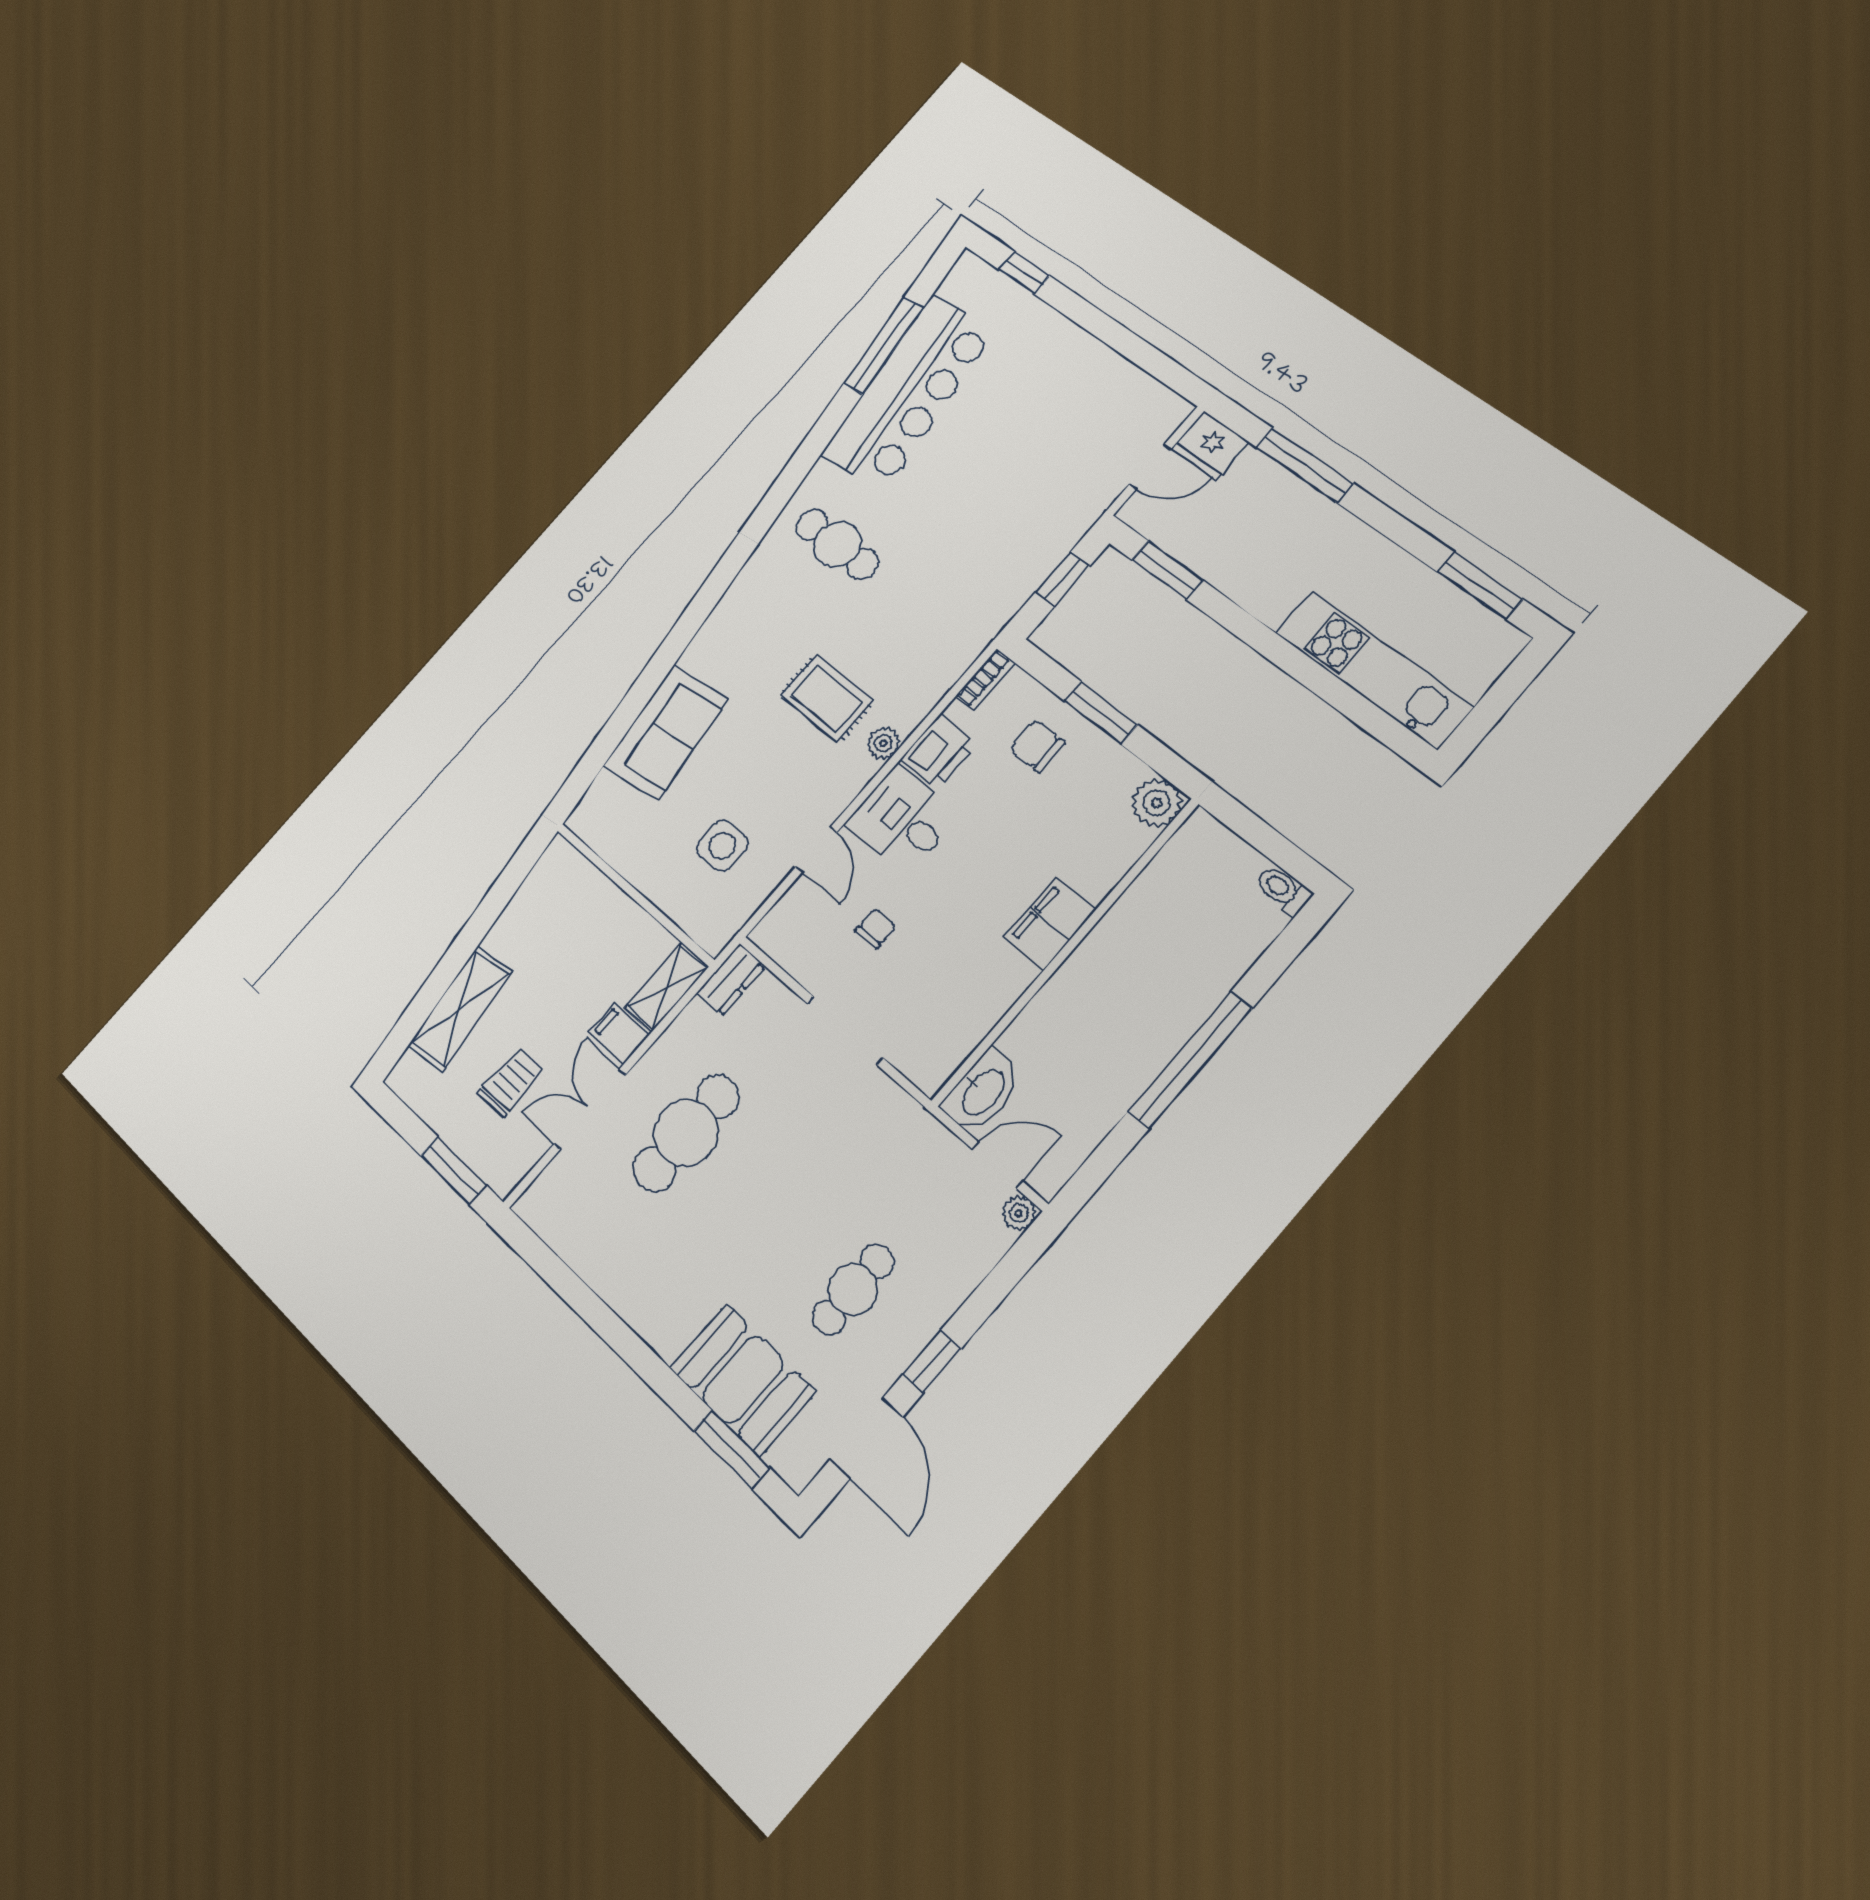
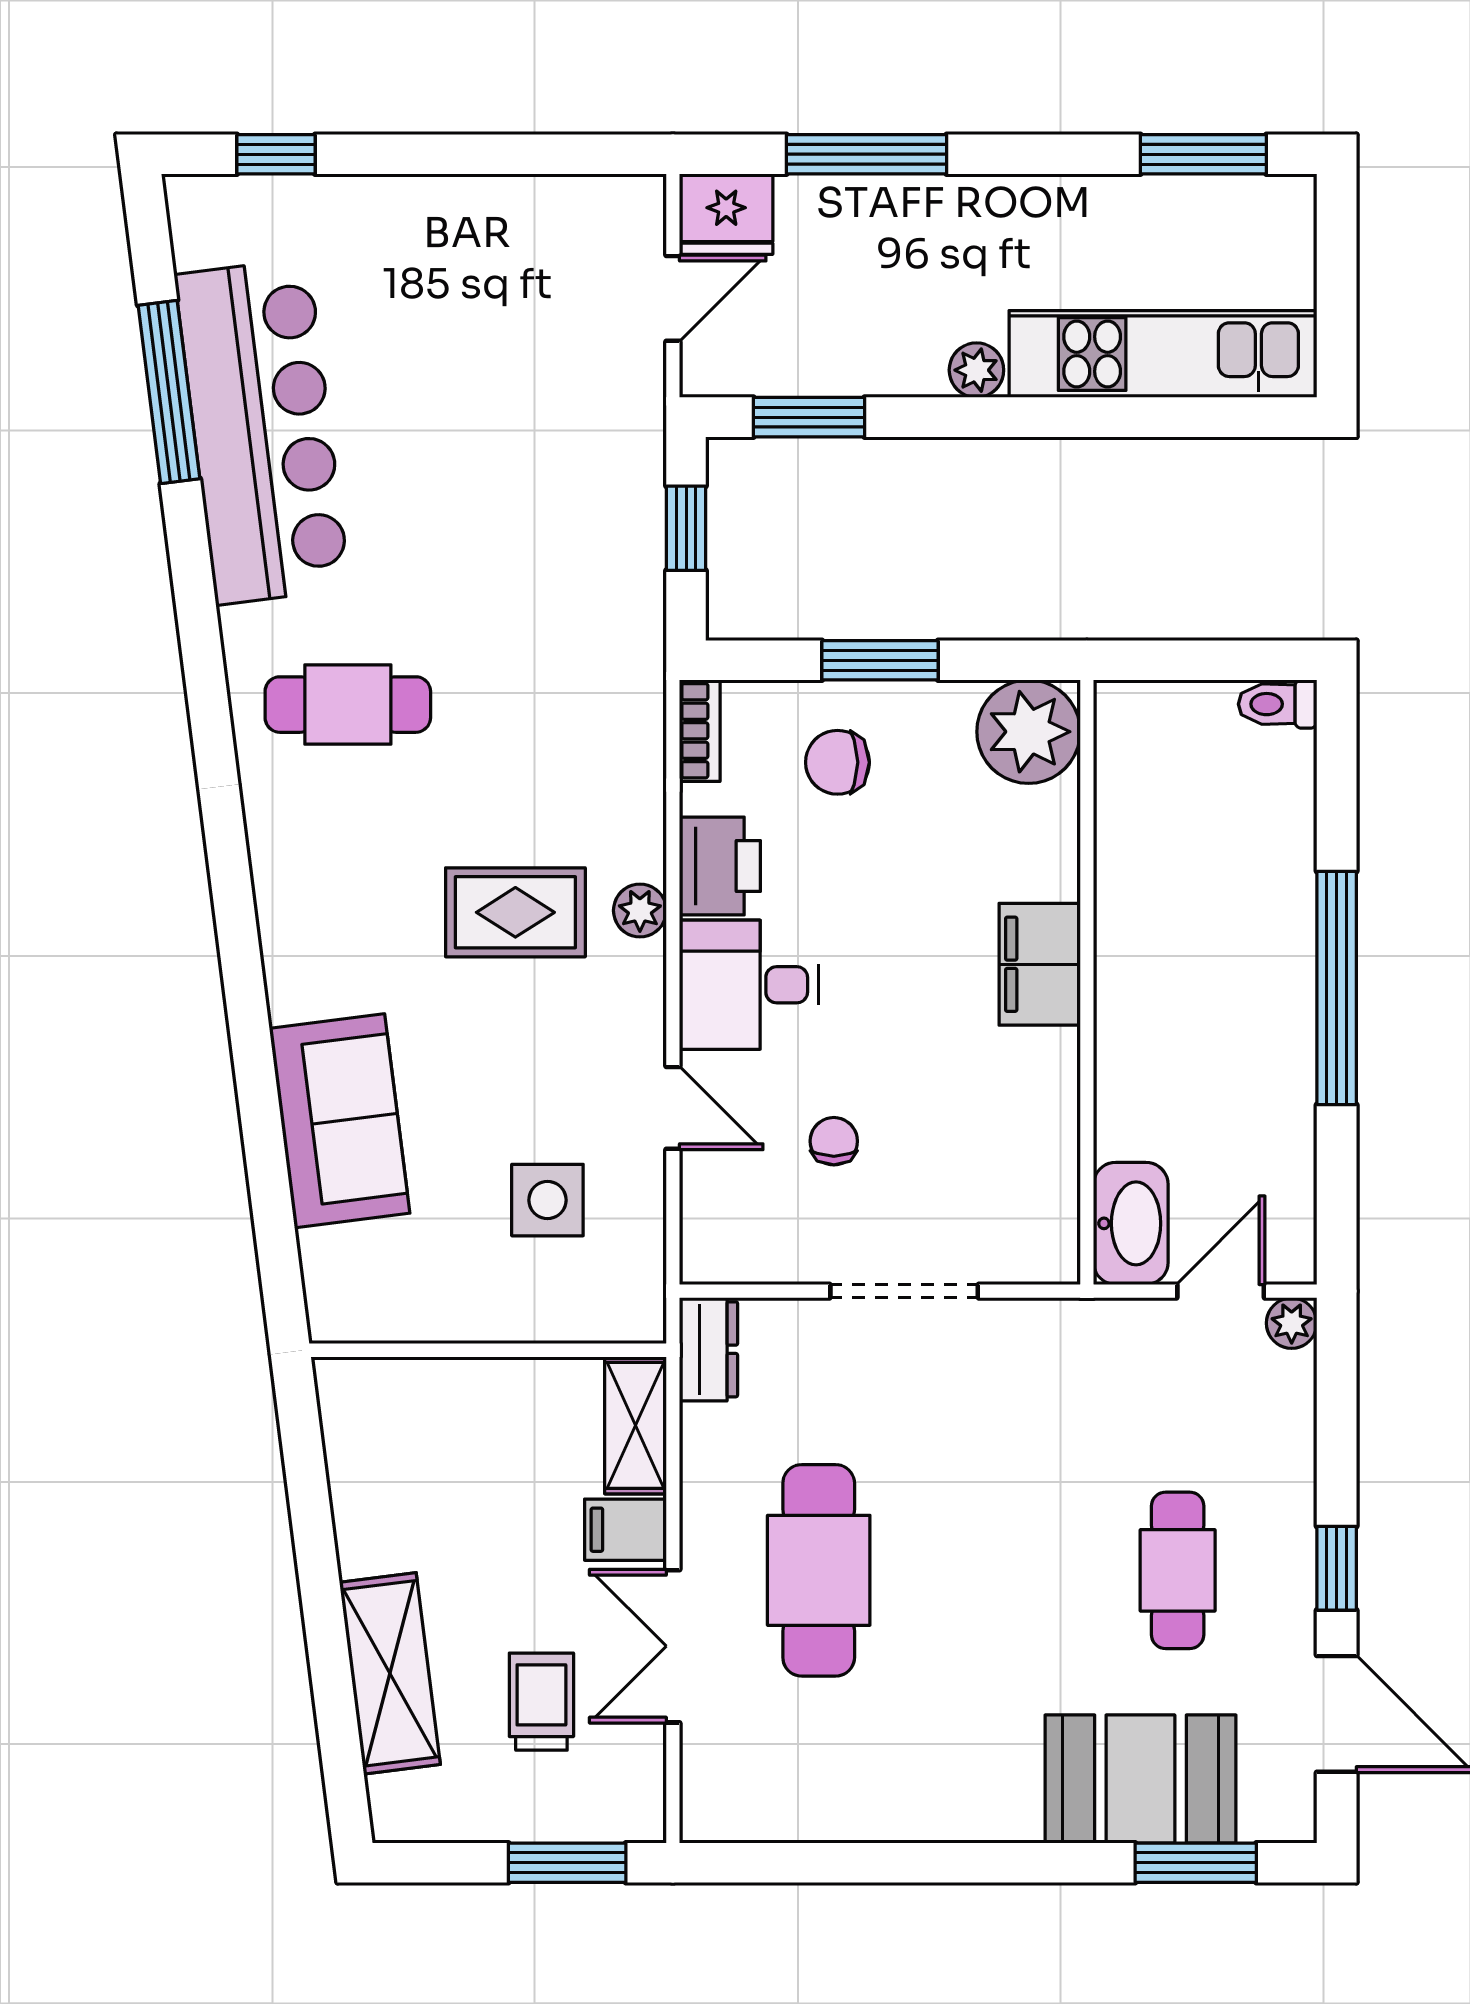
plant: (1270, 608) -> (976, 370), added
plant: (1156, 803) -> (1029, 732), width x1.36, depth x1.36

